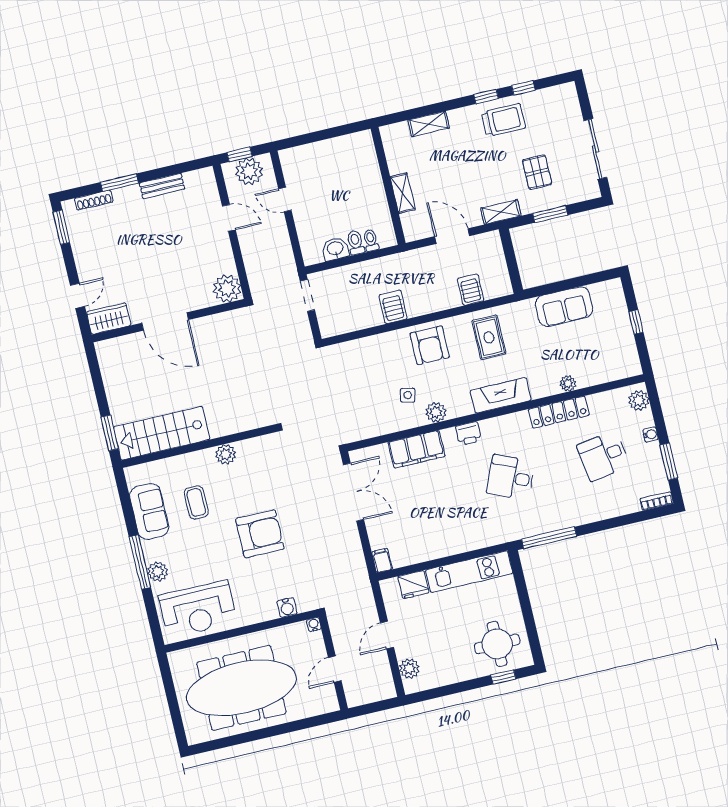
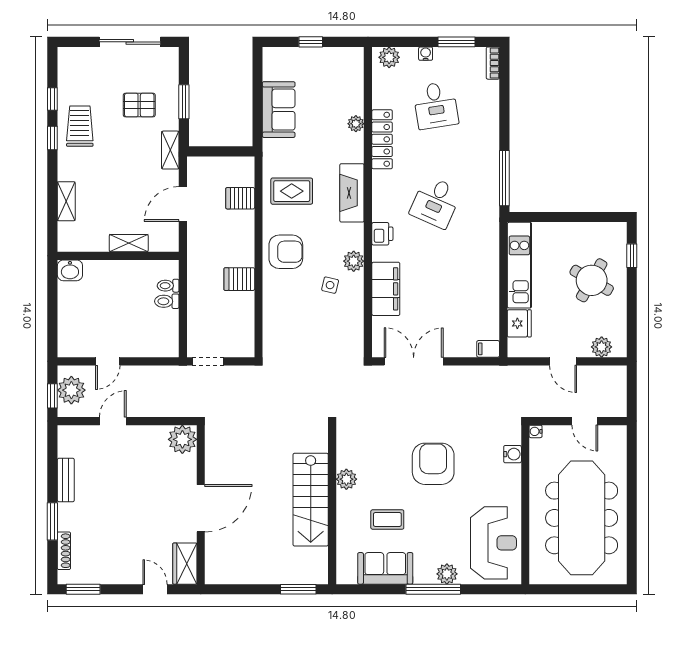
washbasin: (335, 249) -> (70, 270), moved, turned -90
stairs: (162, 433) -> (311, 500), moved
round table: (497, 644) -> (592, 280), moved, turned 30

